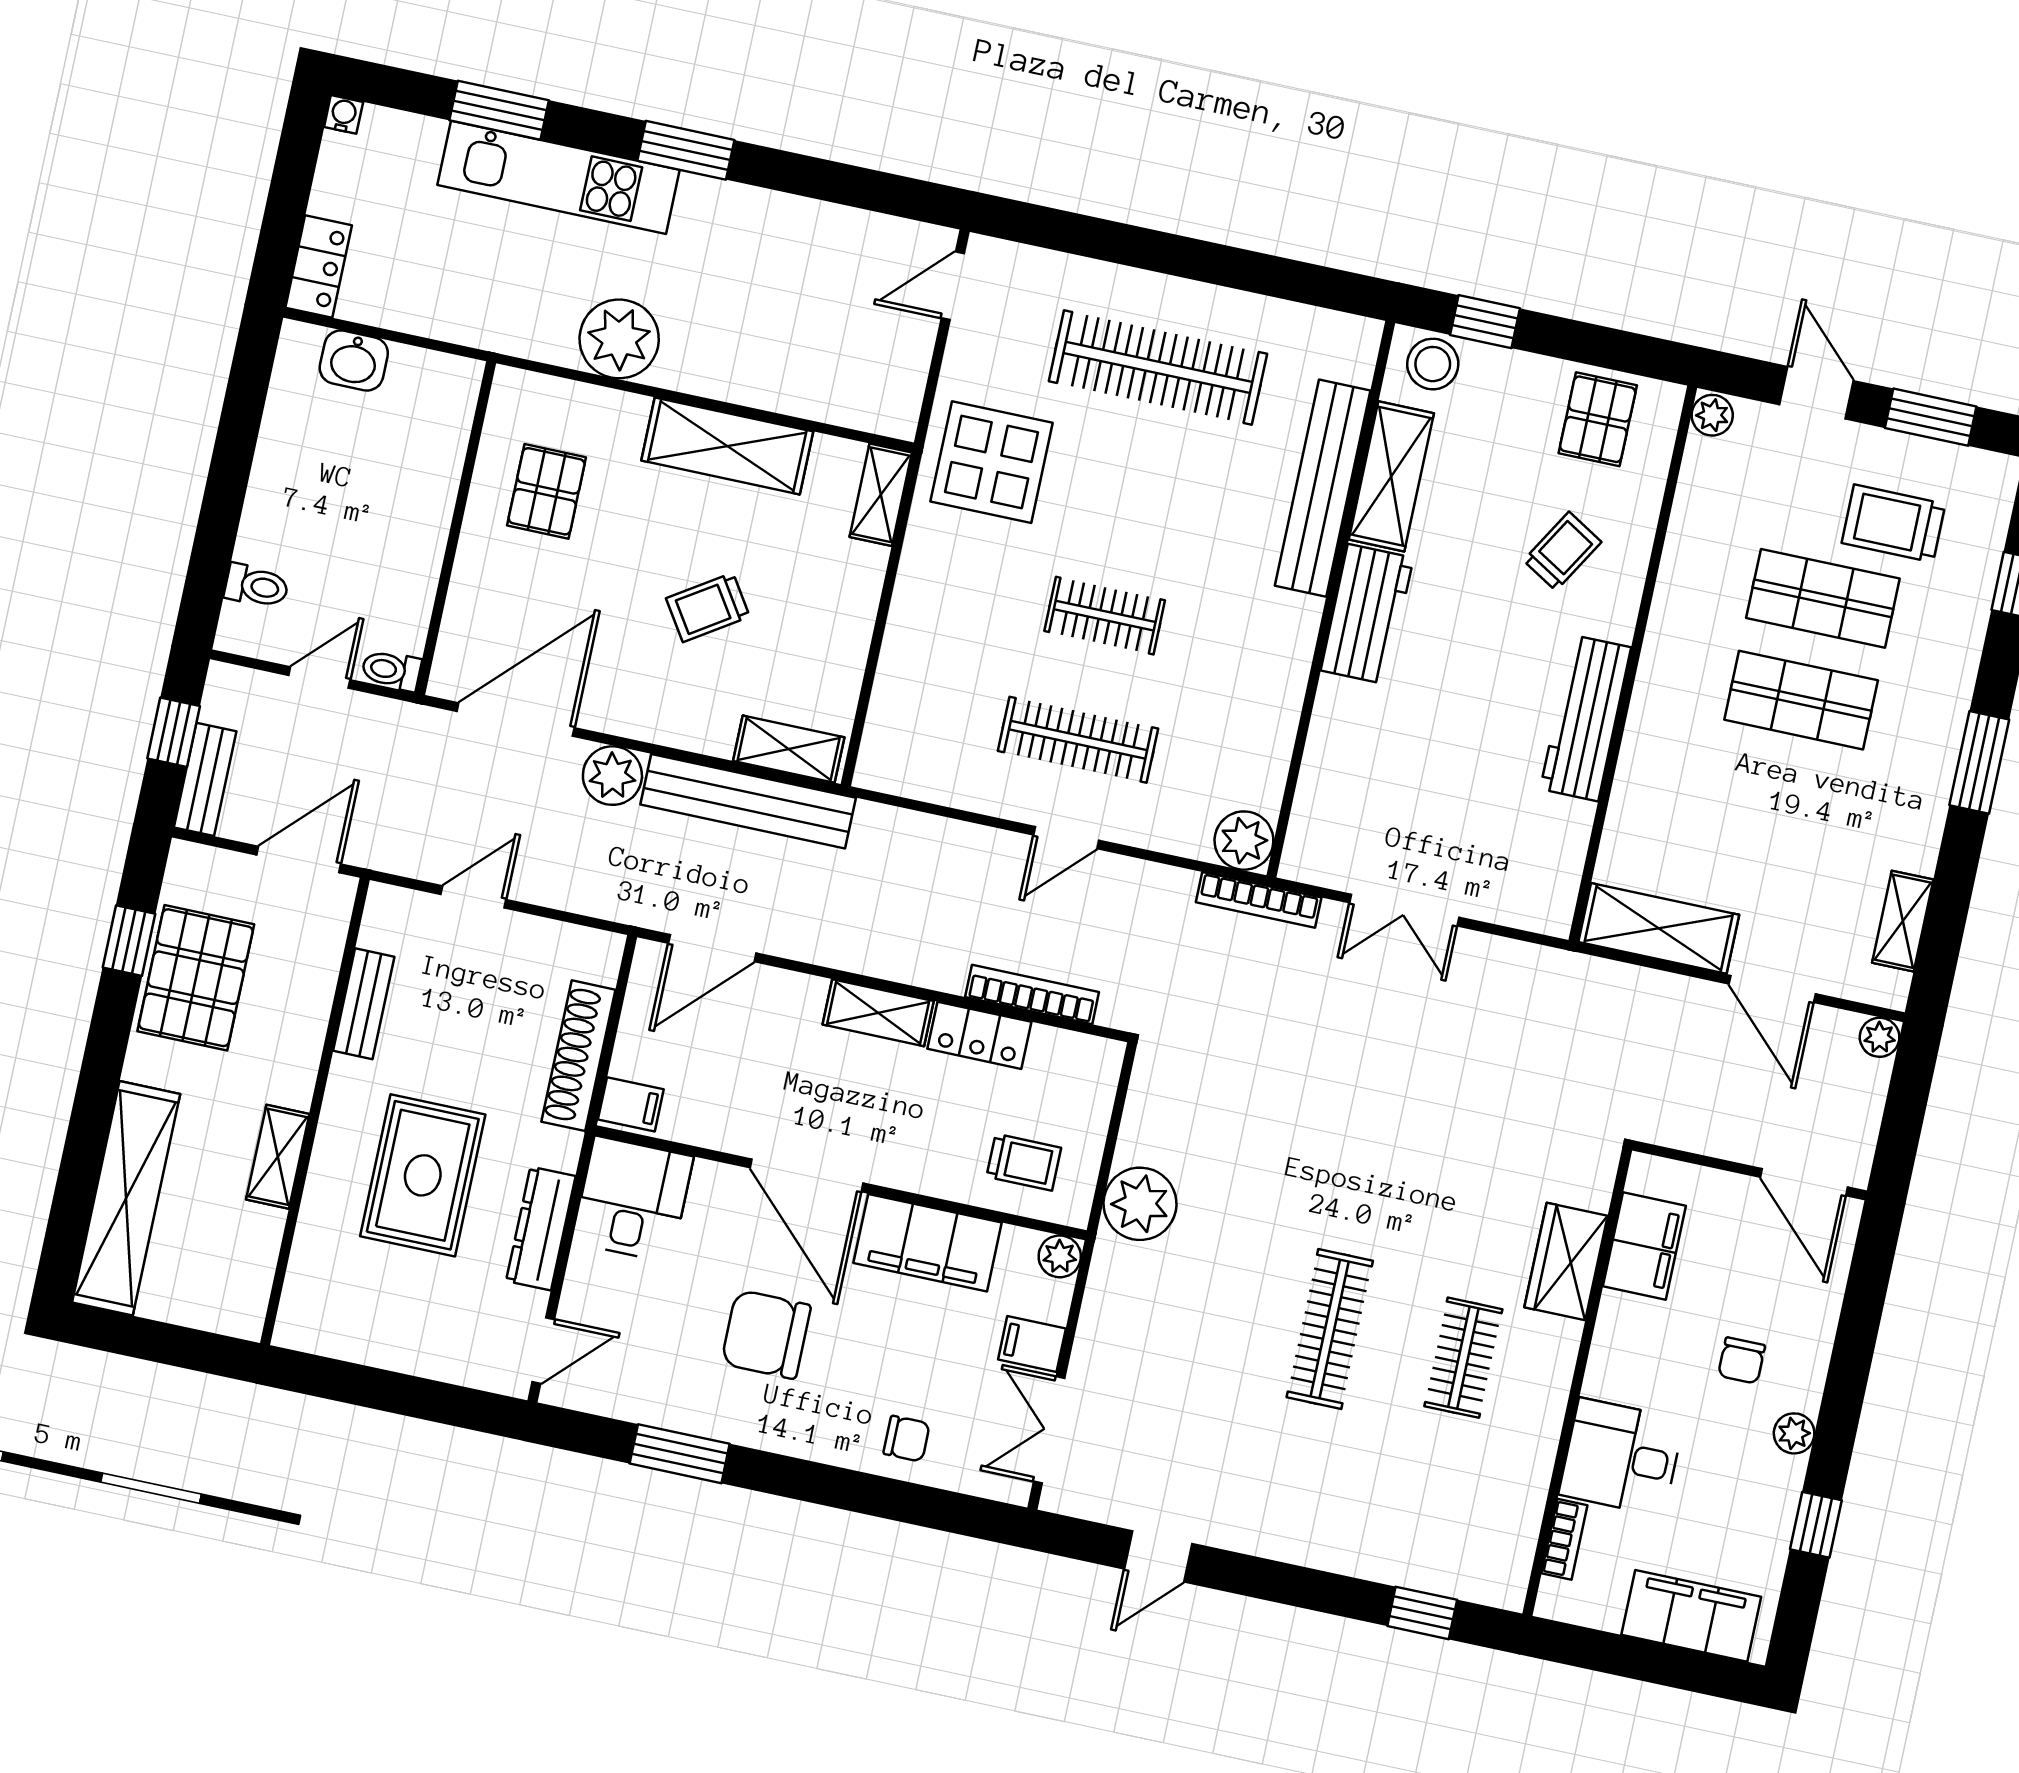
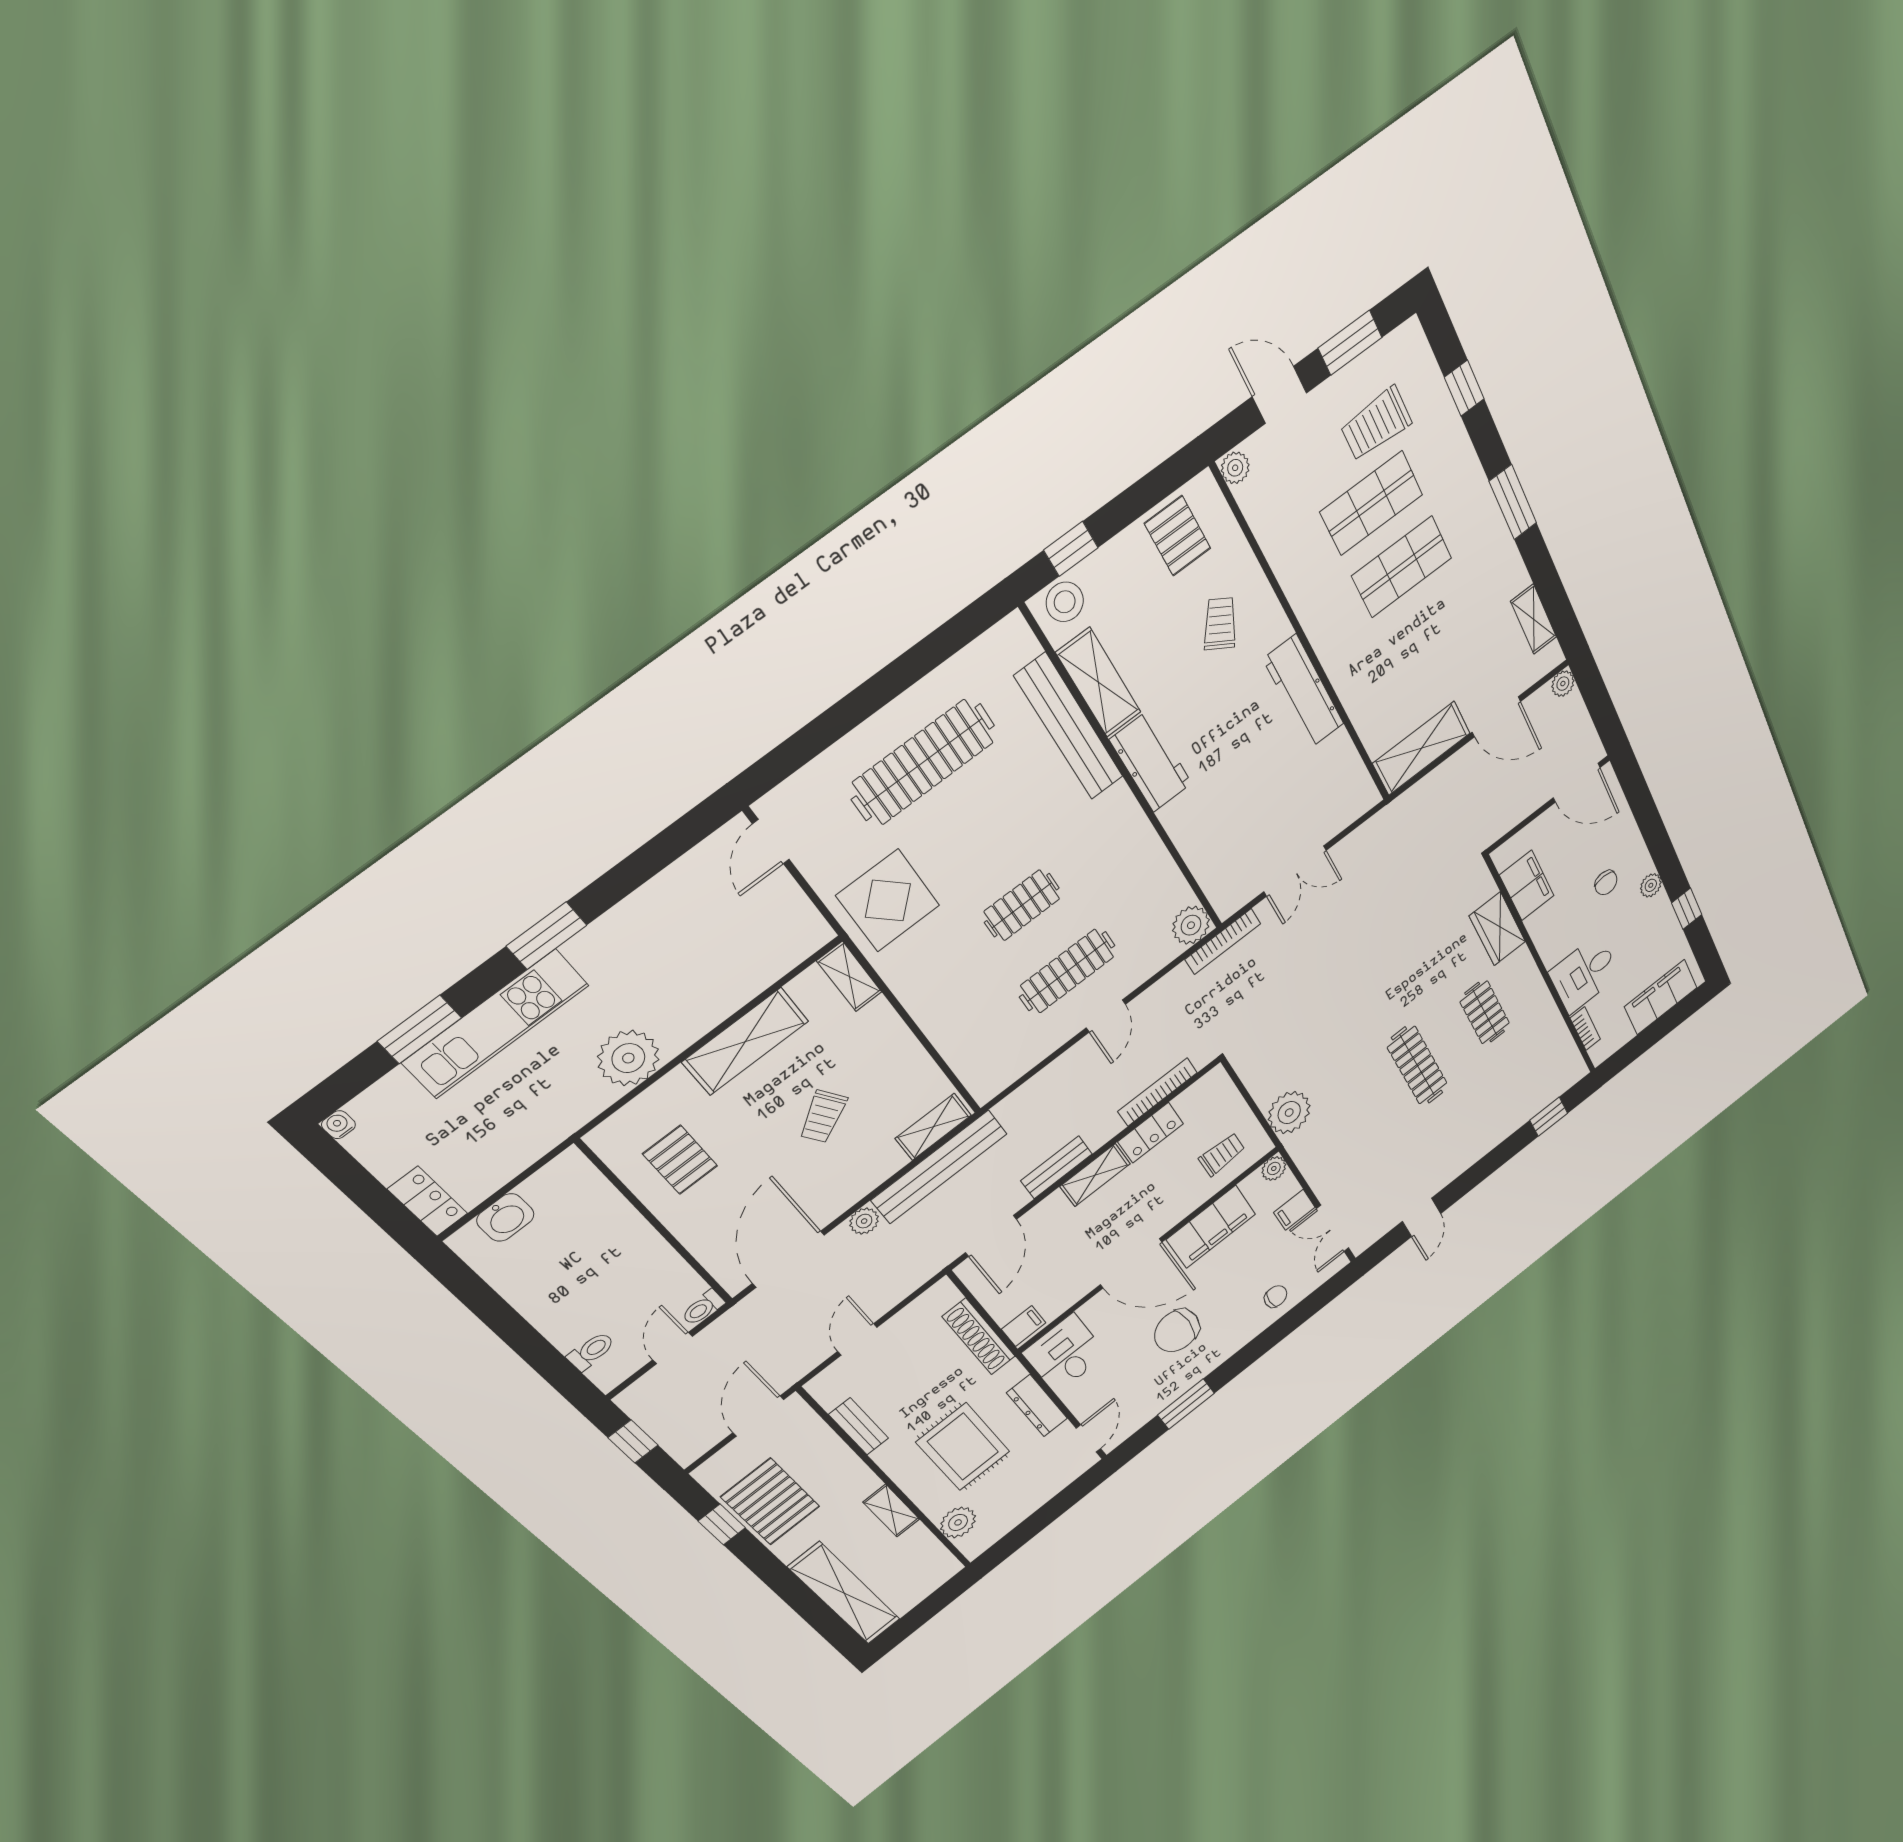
plant: (612, 776) -> (864, 1221), width x0.73, depth x0.73
bench: (205, 779) -> (1057, 1167), moved, turned 90
plant: (316, 1270) -> (958, 1522), added

